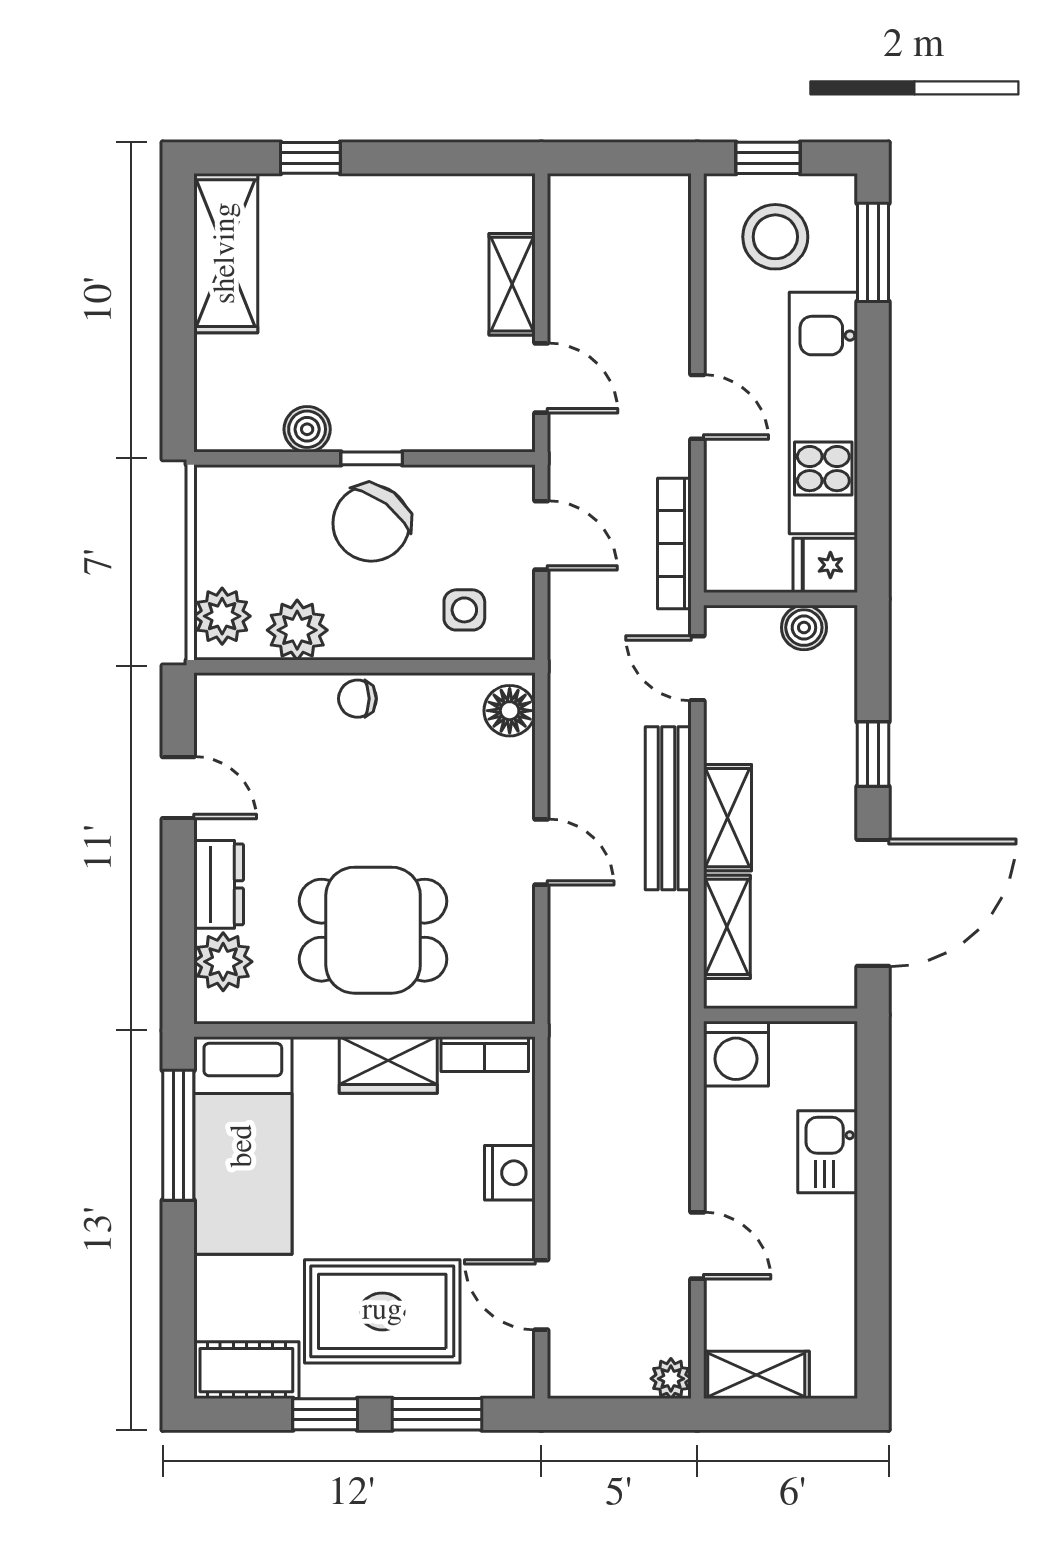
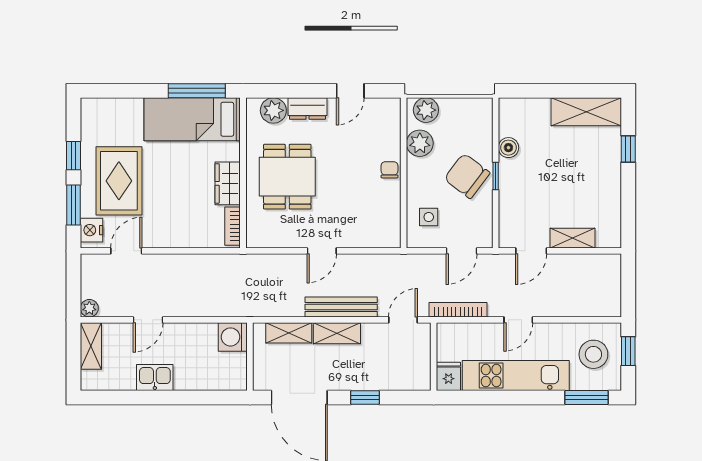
boiler: (804, 628) -> (421, 367), removed
floor lamp: (510, 711) -> (384, 237), removed
kitchen sink: (828, 1152) -> (155, 377), moved
nightstand: (510, 1173) -> (92, 230), moved, turned 90
cot: (246, 1370) -> (93, 121), removed

